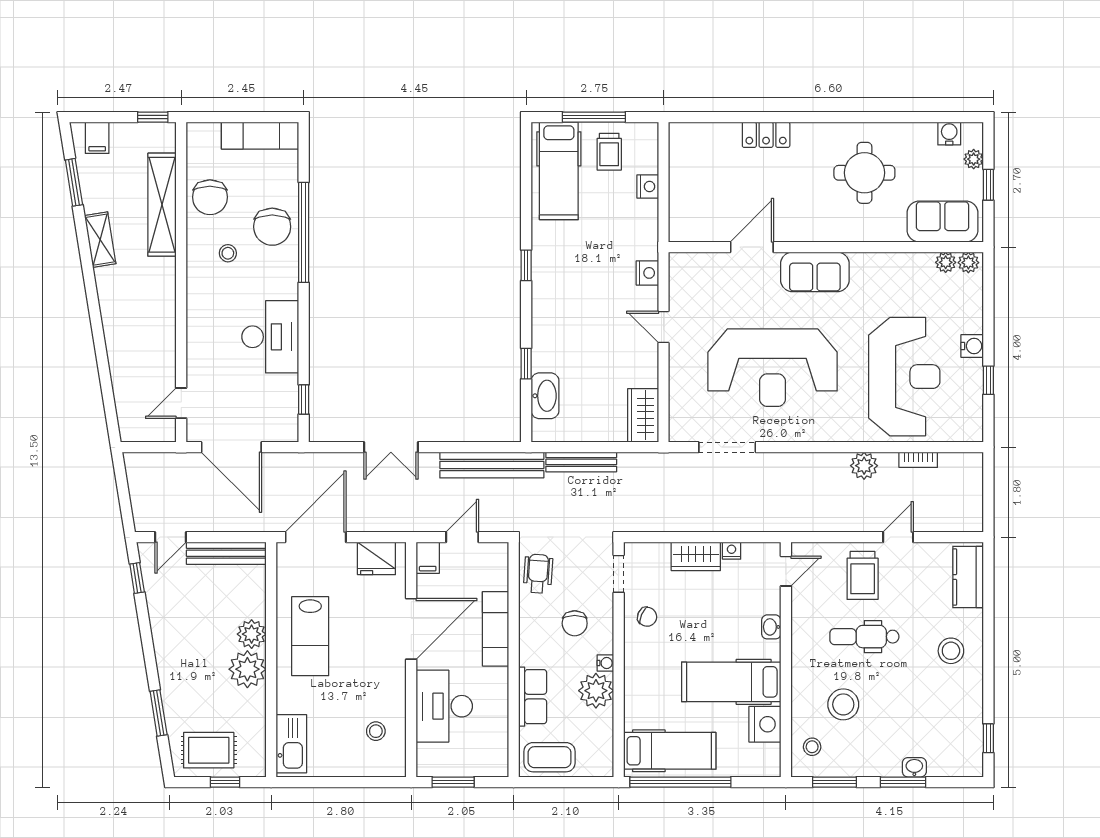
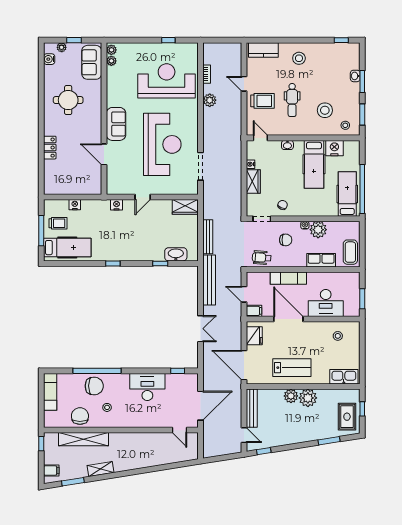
chair: (210, 197) -> (80, 416), turned -90
water cooler: (972, 346) -> (152, 48), removed

